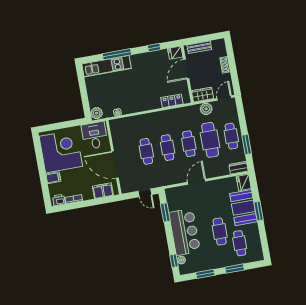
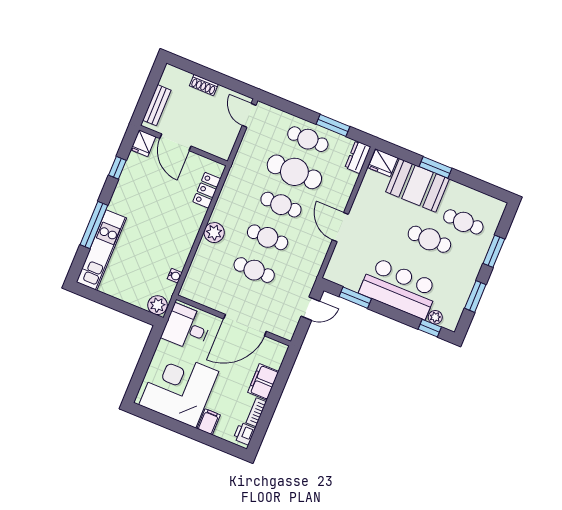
wardrobe: (202, 95) -> (225, 142), removed
plant: (206, 109) -> (214, 233), moved
filing cabinet: (103, 191) -> (263, 382), moved

